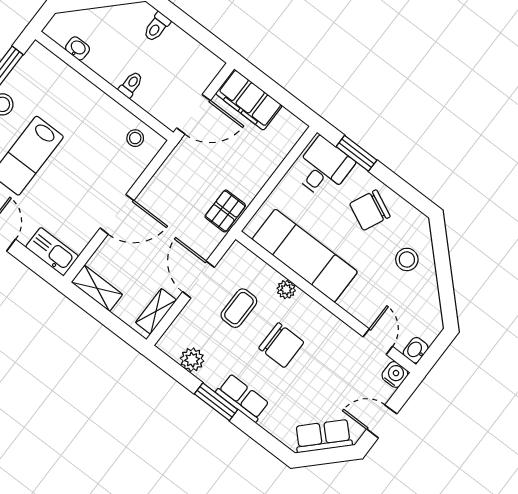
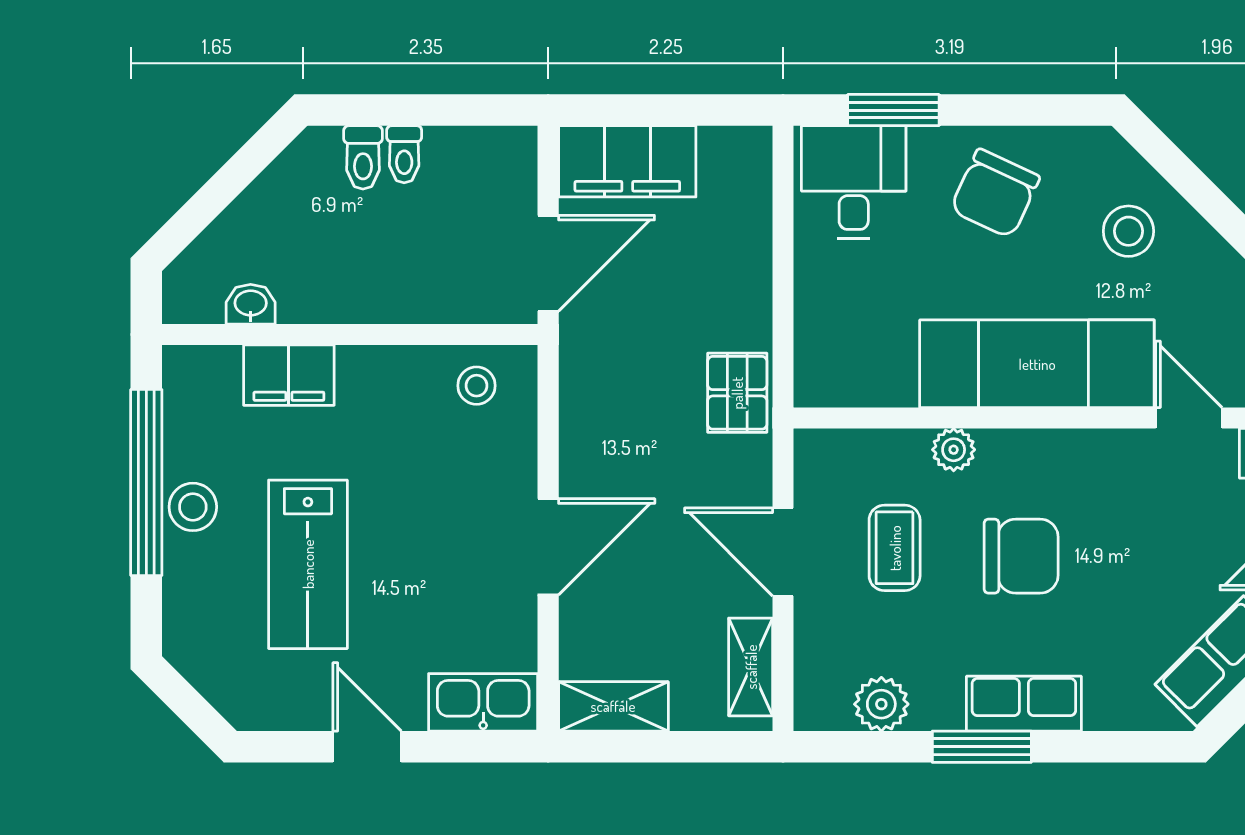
filing cabinet: (72, 84) -> (289, 375), added
toilet: (131, 84) -> (404, 154), moved, turned 180
exam couch: (305, 256) -> (1037, 364), moved

